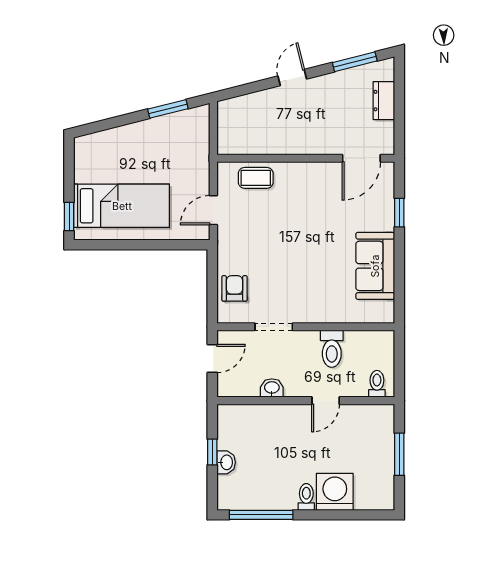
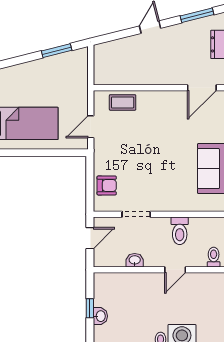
armchair: (235, 288) -> (107, 185), turned 90

